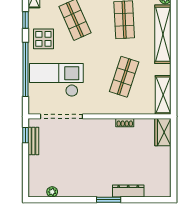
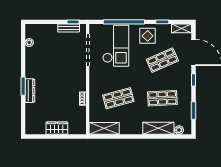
shelving: (163, 34) -> (158, 128), width x0.68
shop shelf: (124, 77) -> (118, 98), turned -33
wardrobe: (163, 132) -> (57, 128), moved
dresser: (128, 191) -> (30, 91), moved

